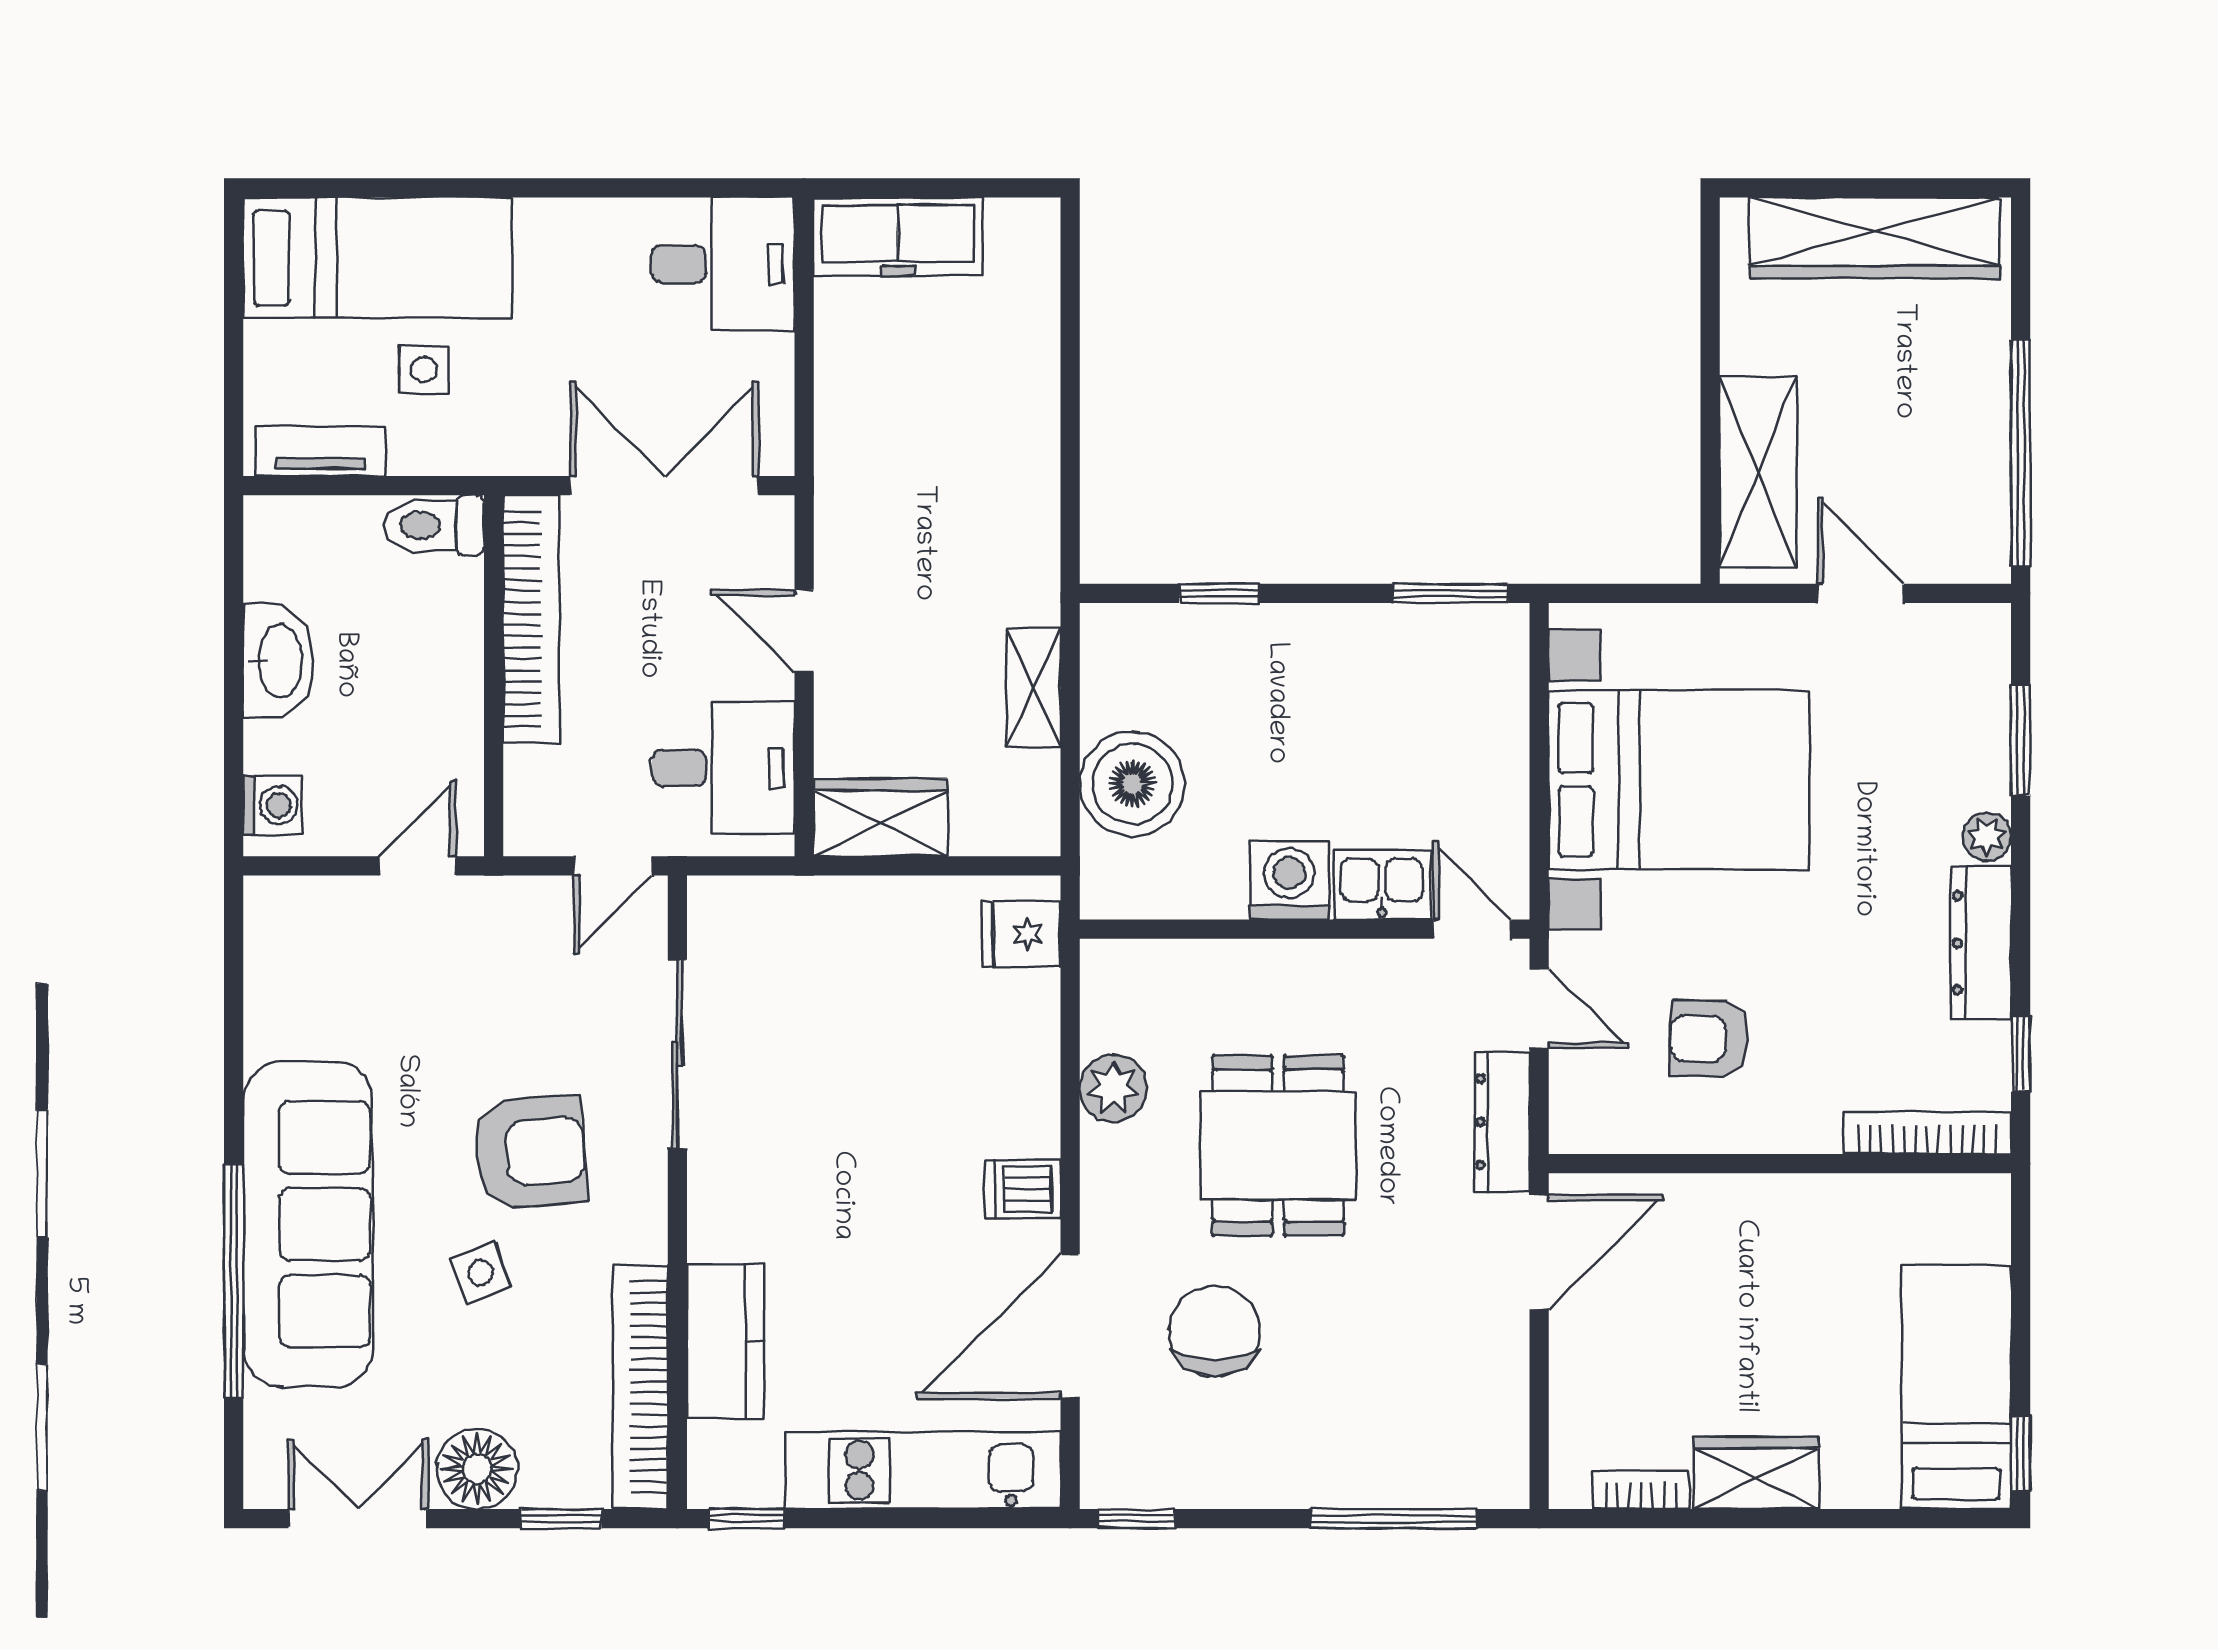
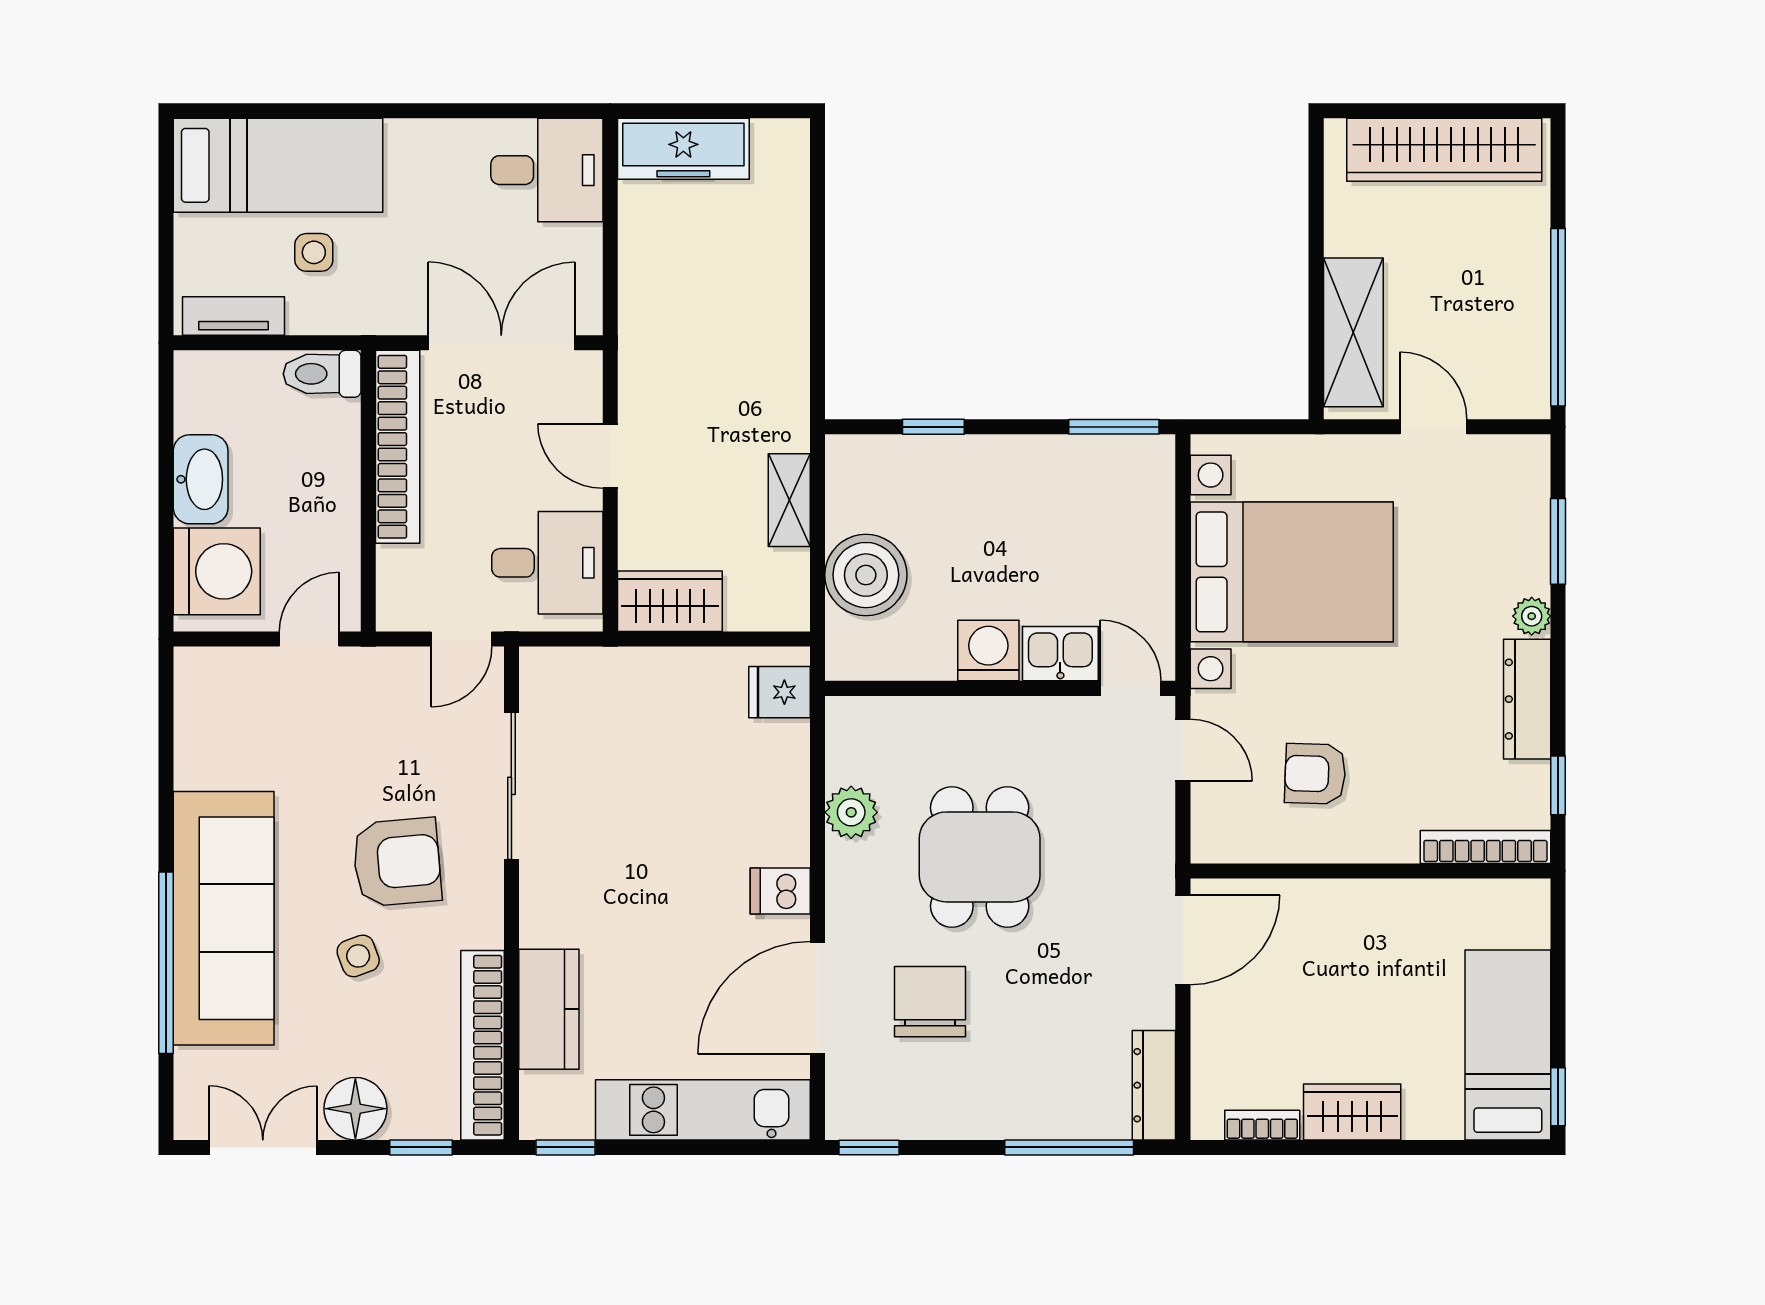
washing machine: (273, 805) -> (217, 571), width x1.89, depth x1.89
dresser: (1502, 1122) -> (1154, 1085), moved

